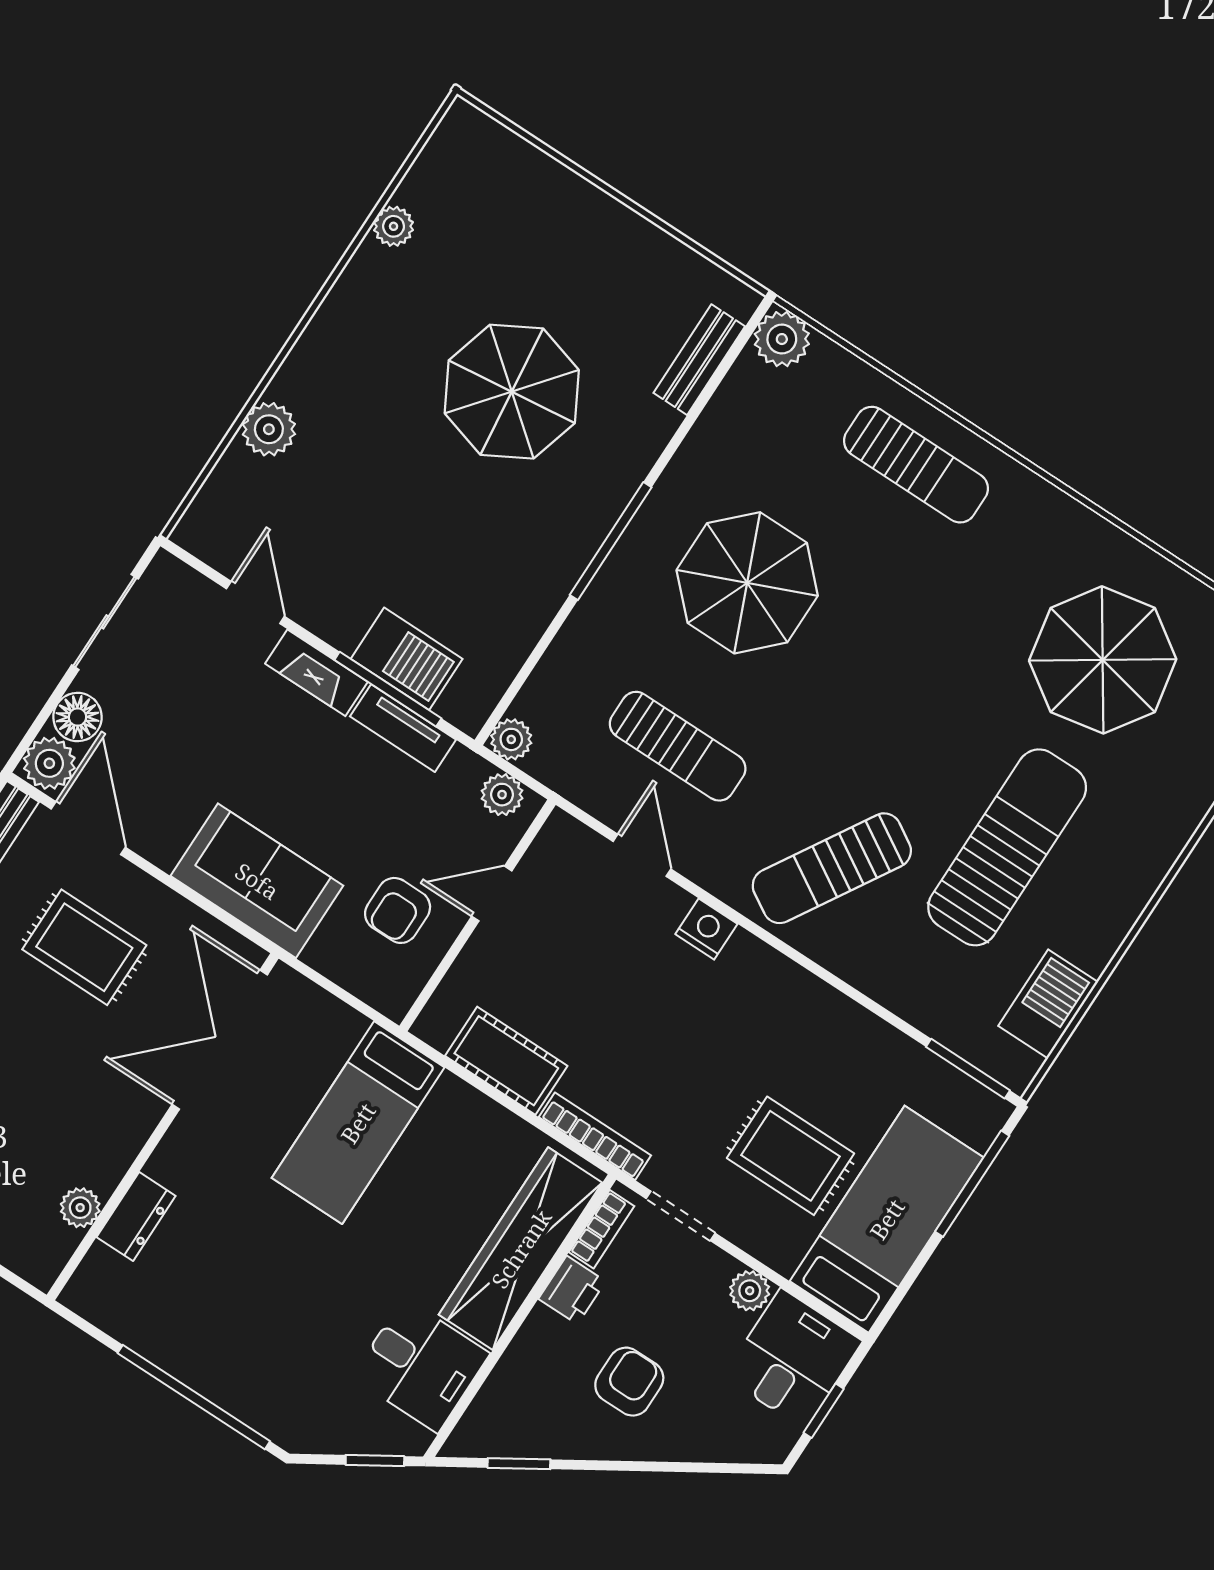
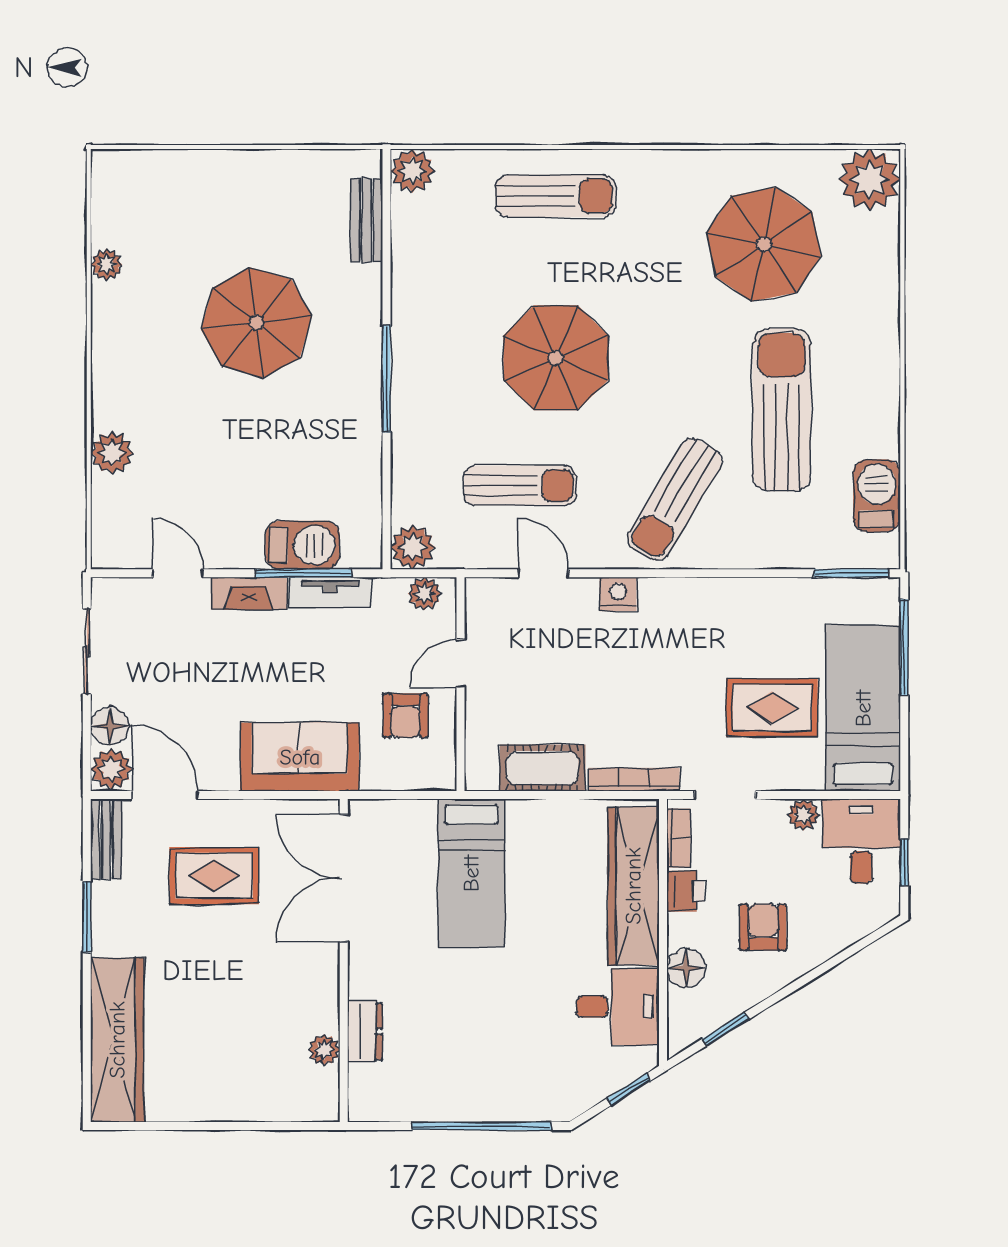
parasol: (747, 583) -> (556, 358), moved
plant: (511, 739) -> (413, 547), width x1.38, depth x1.38
floor lamp: (520, 1372) -> (686, 968), added

